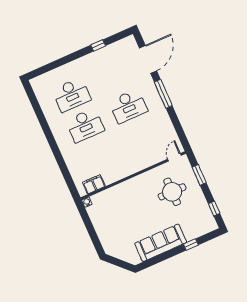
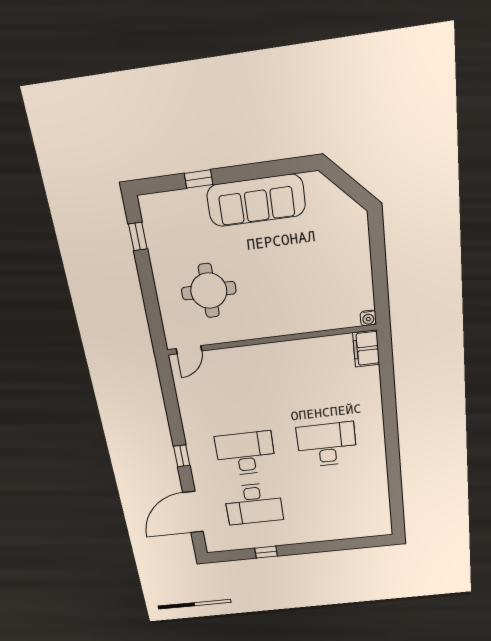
window: (163, 94) -> (182, 456), width x0.46
desk: (72, 95) -> (254, 504), moved, turned 180
window: (199, 175) -> (152, 306), removed
filing cabinet: (94, 184) -> (366, 349), moved, turned 90

